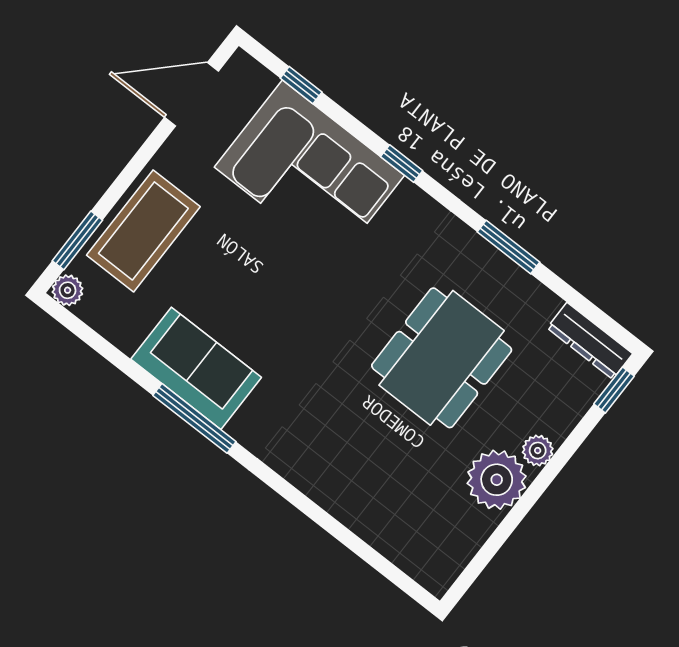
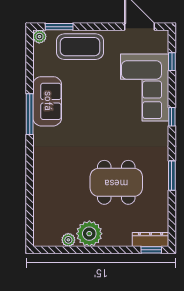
dresser: (590, 341) -> (151, 239), moved, turned 90
plant: (538, 451) -> (68, 240), moved

